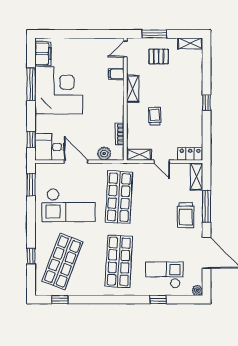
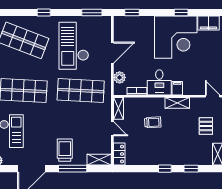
window: (207, 73) -> (191, 169), added
filing cabinet: (116, 74) -> (177, 88), moved
window: (31, 84) -> (181, 13), width x0.46
desk: (49, 147) -> (159, 82), moved, turned 180
door: (162, 162) -> (112, 129), swing flipped
trolley: (186, 215) -> (65, 150), turned 90
window: (31, 256) -> (44, 13), moved

